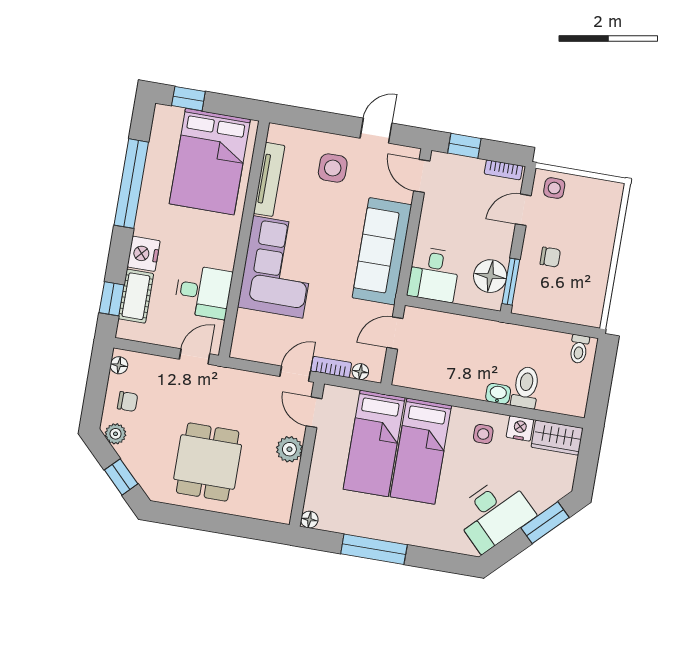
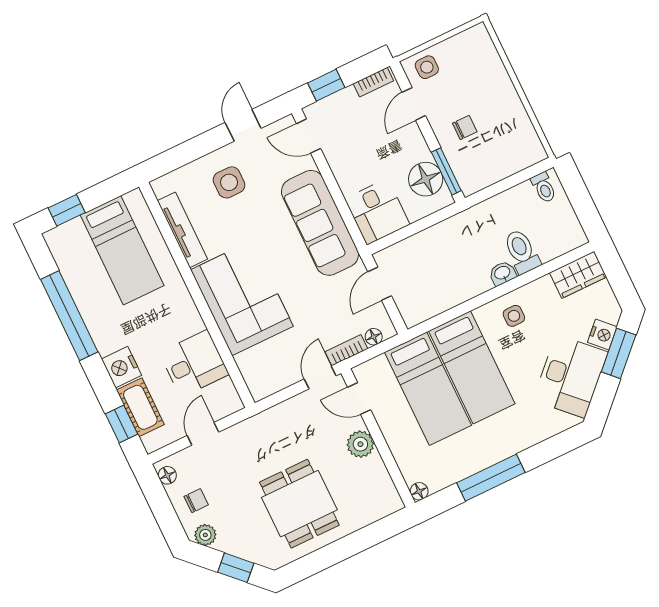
bed: (210, 162) -> (122, 250), width x0.67
door: (195, 356) -> (203, 434), moved
nightstand: (520, 428) -> (602, 335), moved, turned 135

